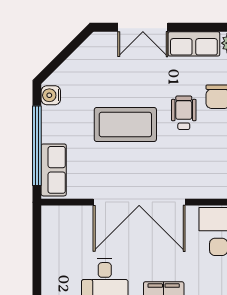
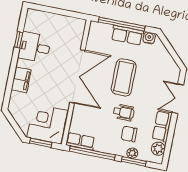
row of seats: (54, 170) -> (127, 35), moved
double door: (139, 202) -> (77, 76), swing flipped

